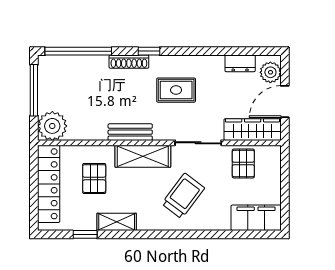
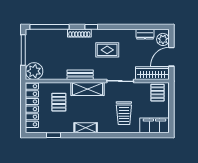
pallet: (243, 163) -> (157, 93), moved
trolley: (183, 196) -> (124, 113), moved, turned 143
shelving: (117, 222) -> (86, 128), moved

